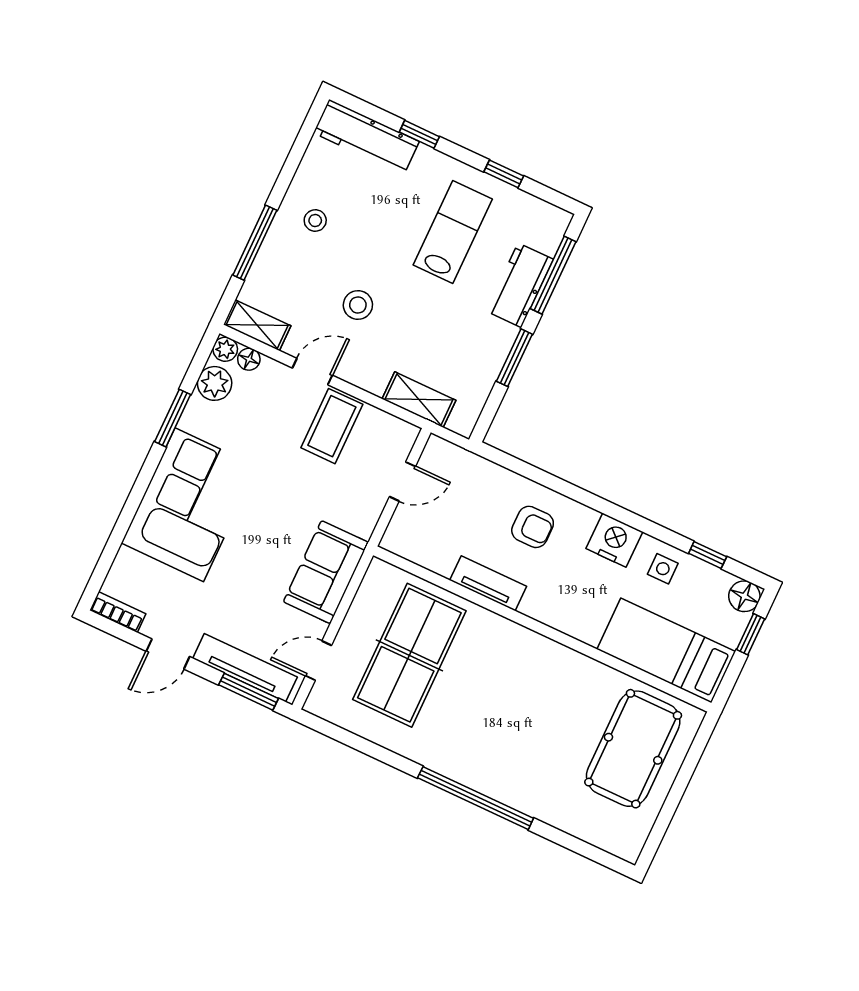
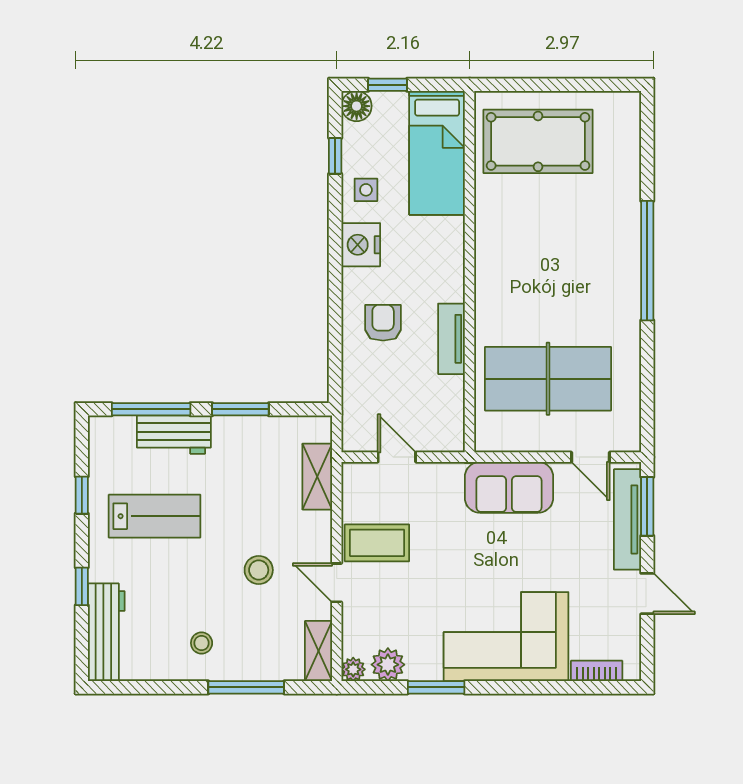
lab bench: (453, 232) -> (155, 516), turned 180
floor lamp: (249, 359) -> (352, 644), removed
bookcase: (118, 612) -> (597, 671), moved, turned 90

